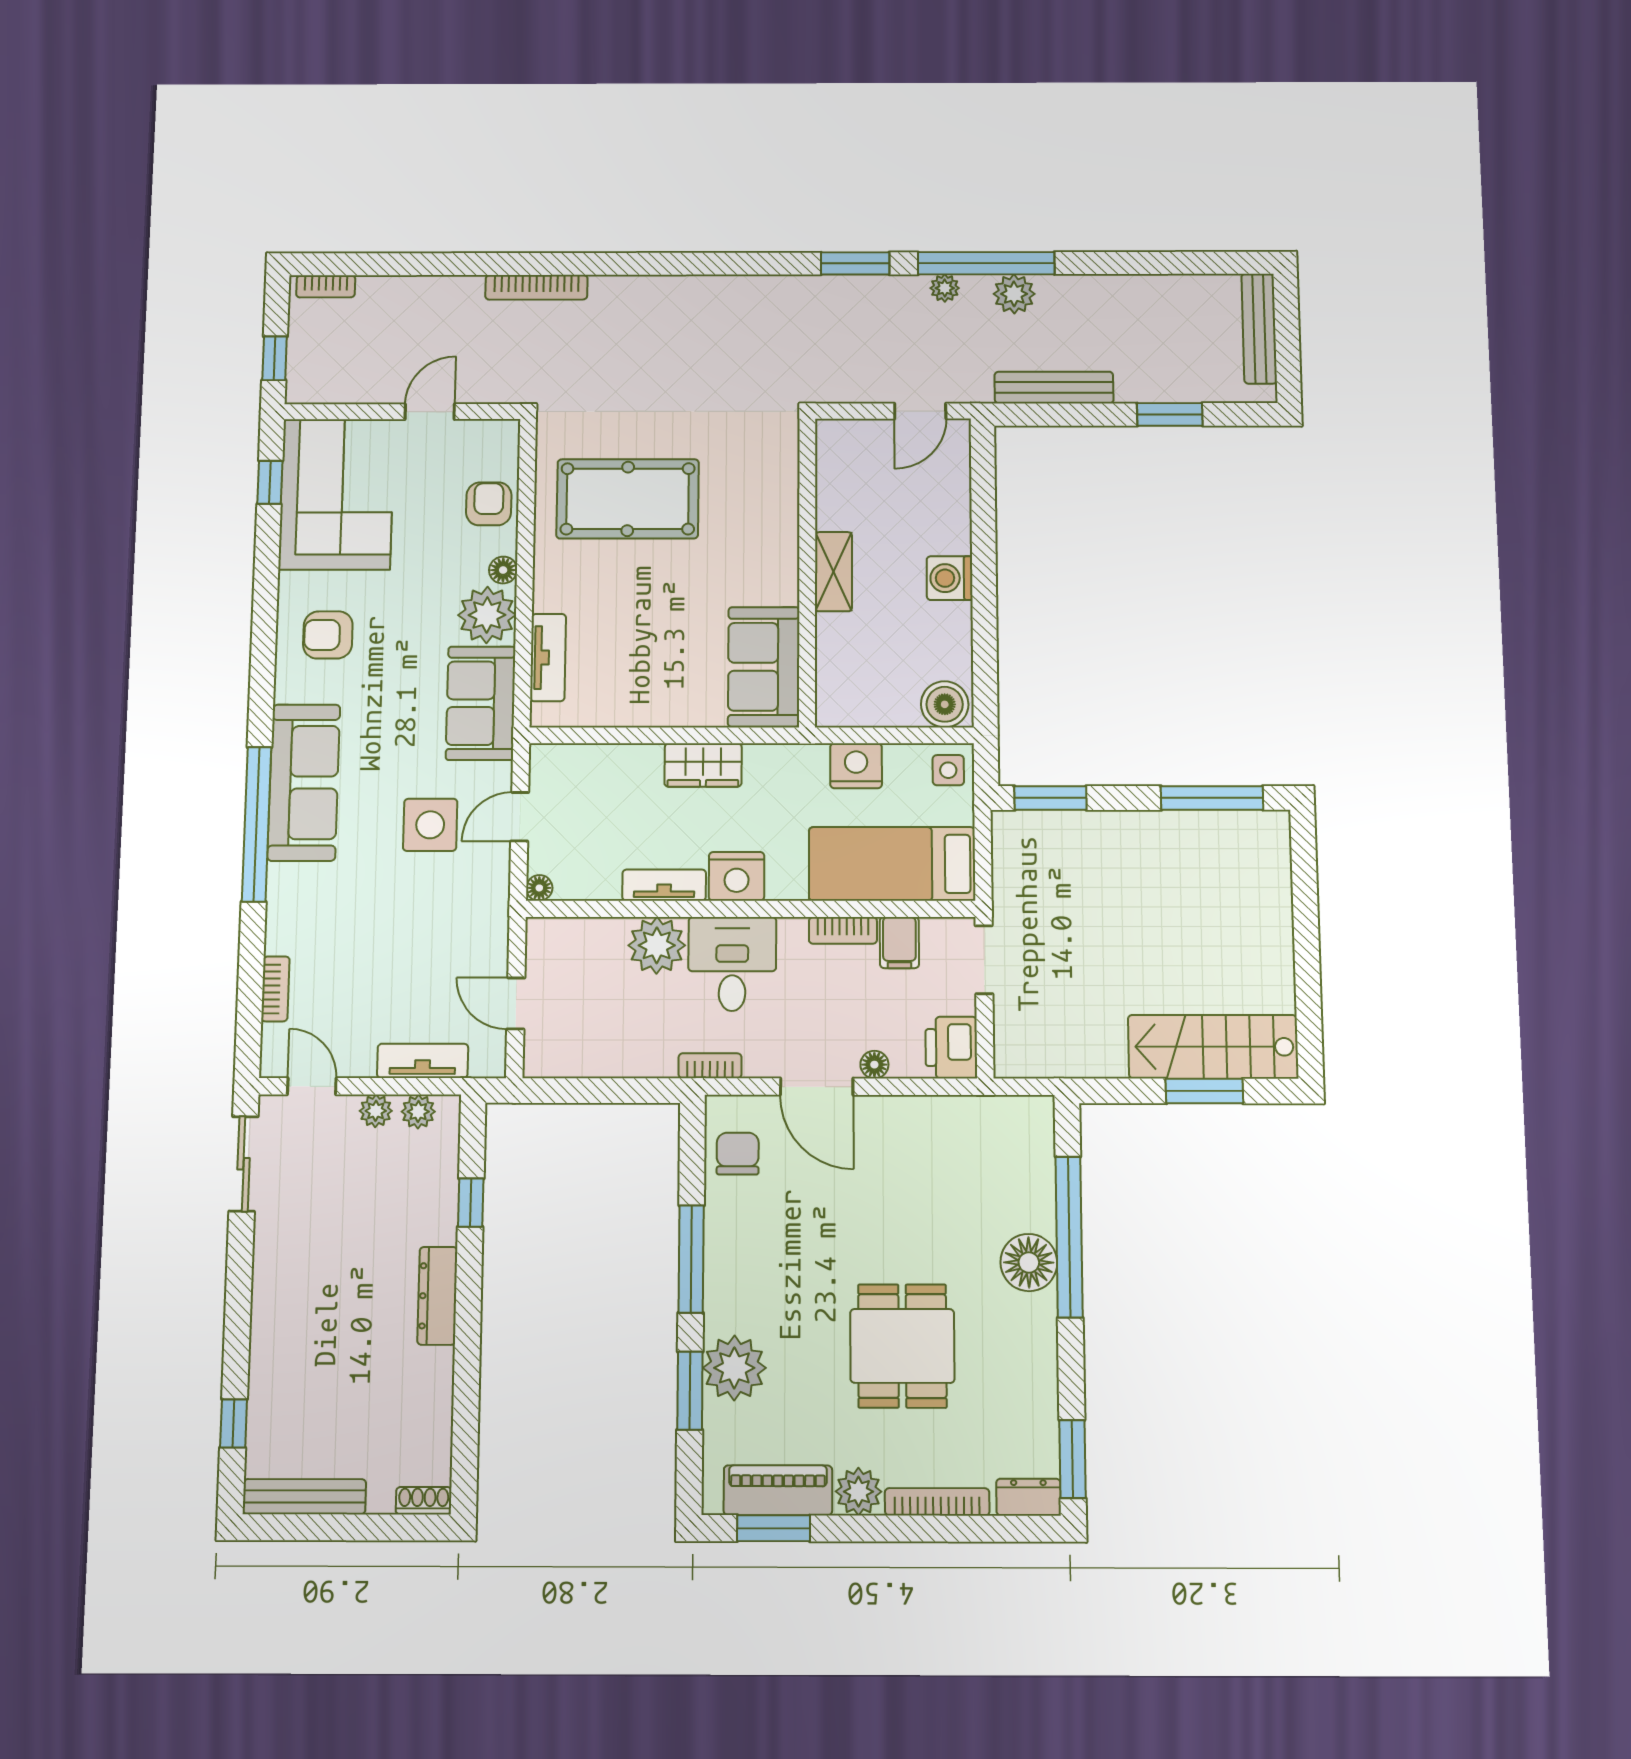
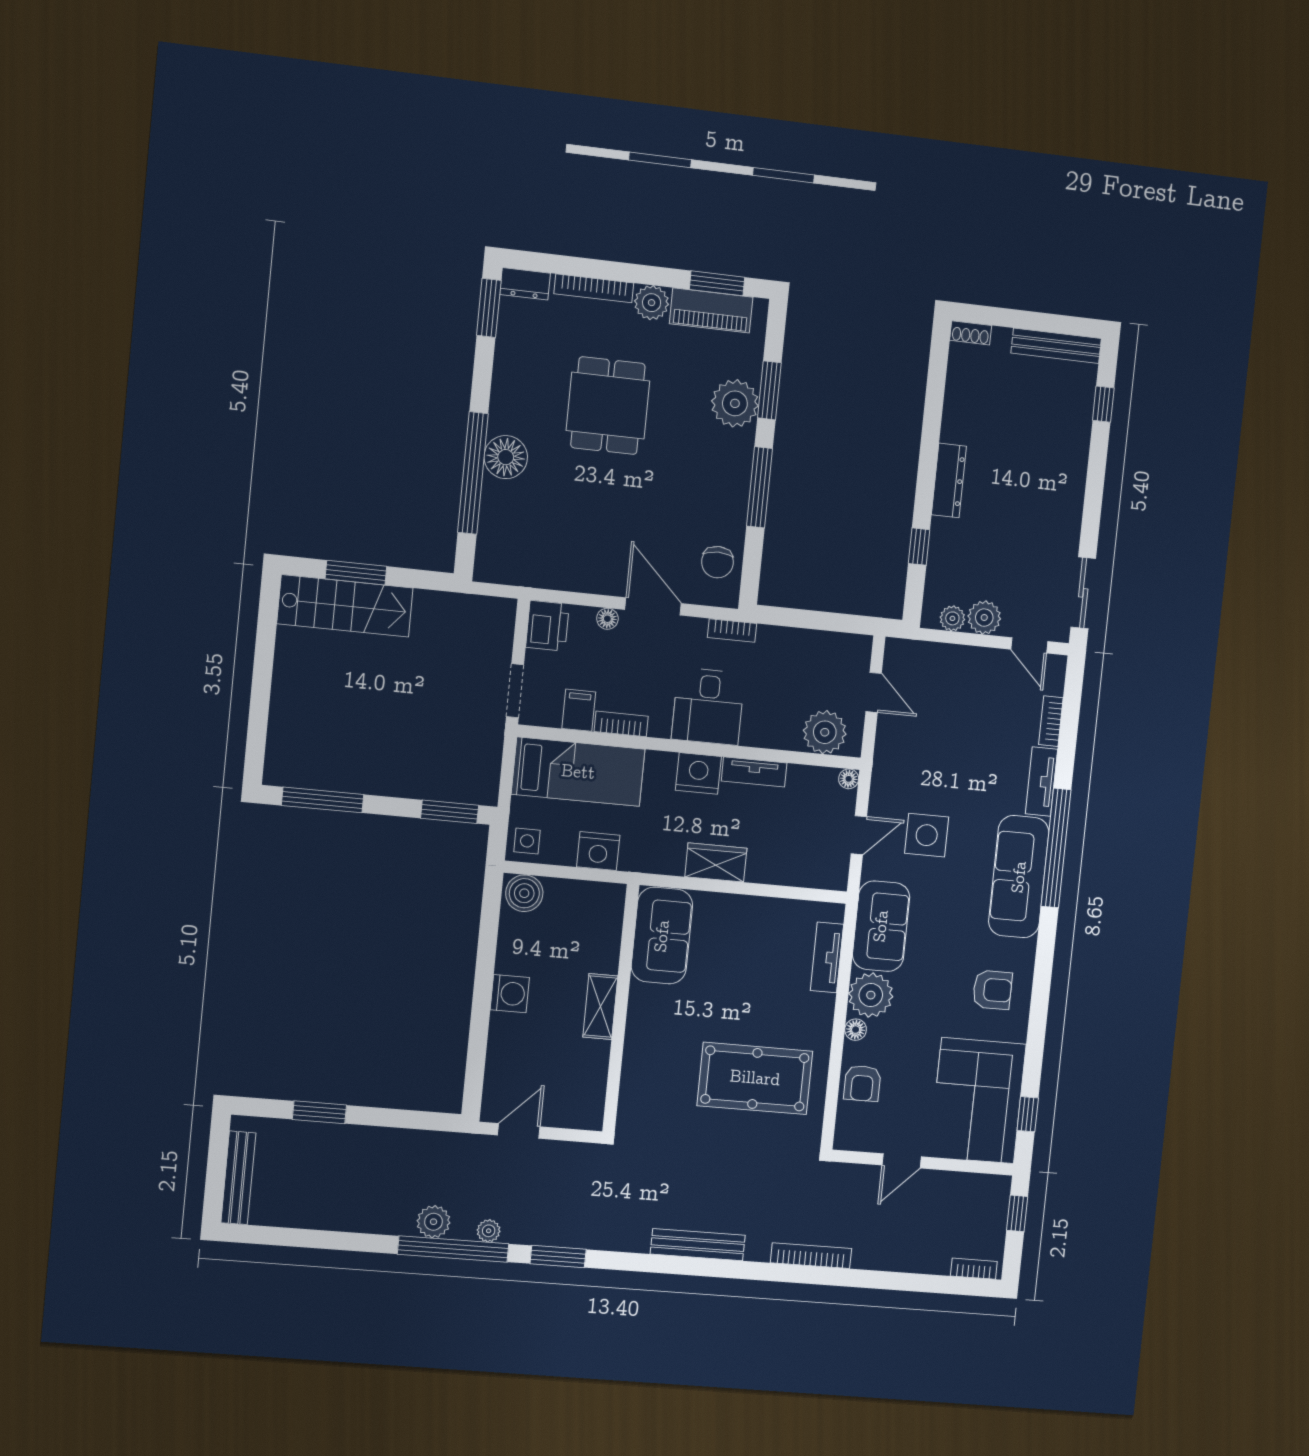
bench: (1054, 387) -> (698, 1245), moved
plant: (657, 945) -> (825, 732), moved
tv unit: (423, 1061) -> (1041, 782), moved, turned 90
plant: (376, 1111) -> (984, 618), width x1.38, depth x1.38

